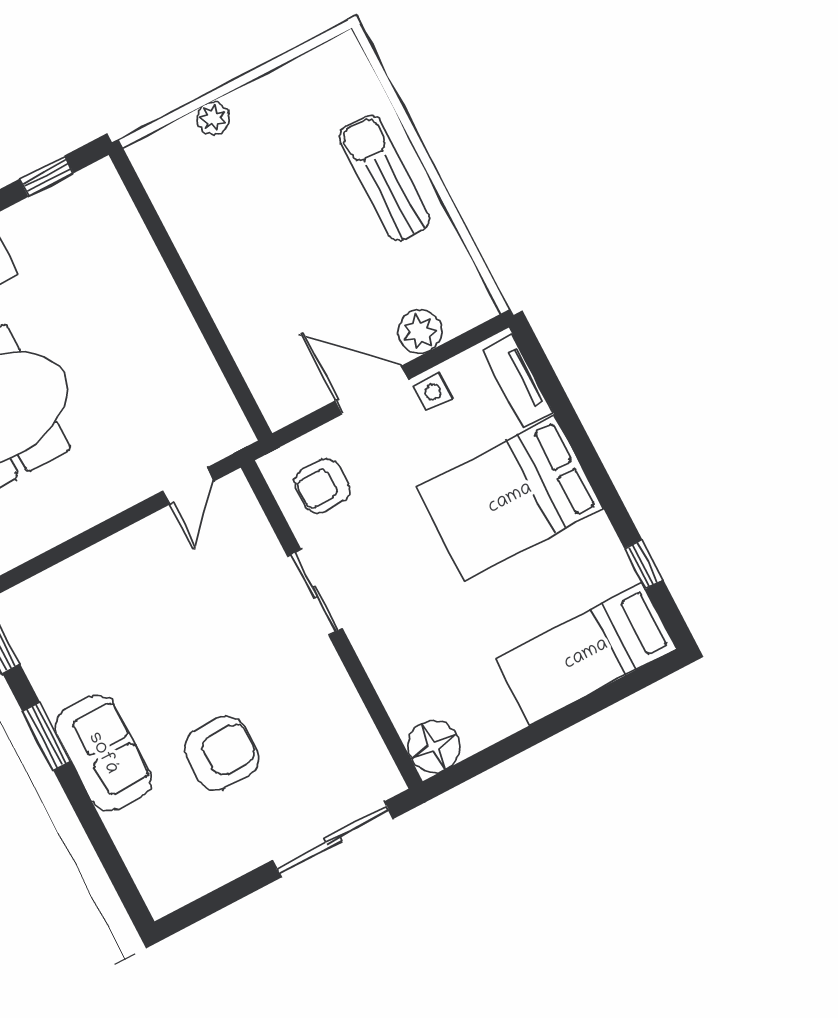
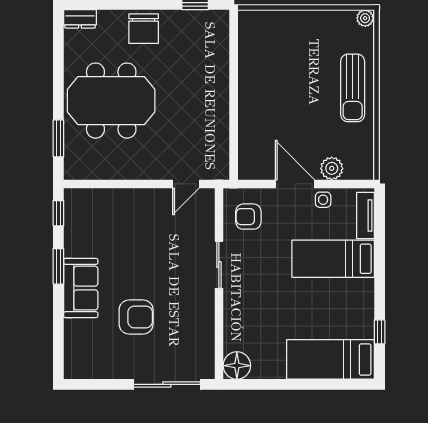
plant: (213, 118) -> (365, 18), moved
sun lounger: (384, 178) -> (353, 88), turned 180
bed: (510, 498) -> (333, 259), width x0.67

